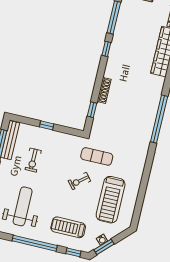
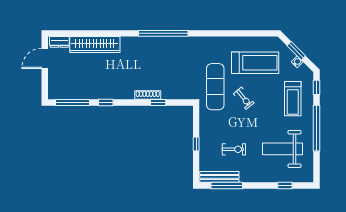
window: (92, 110) -> (158, 102), moved
exercise mat: (97, 156) -> (215, 87), width x1.36, depth x1.45
window: (104, 247) -> (296, 51), moved

